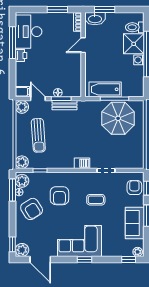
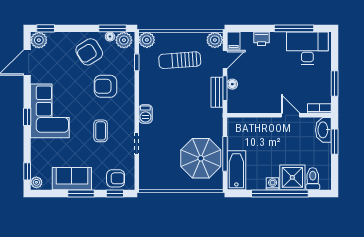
printer: (21, 56) -> (262, 39), moved
bathtub: (105, 89) -> (236, 170), moved

